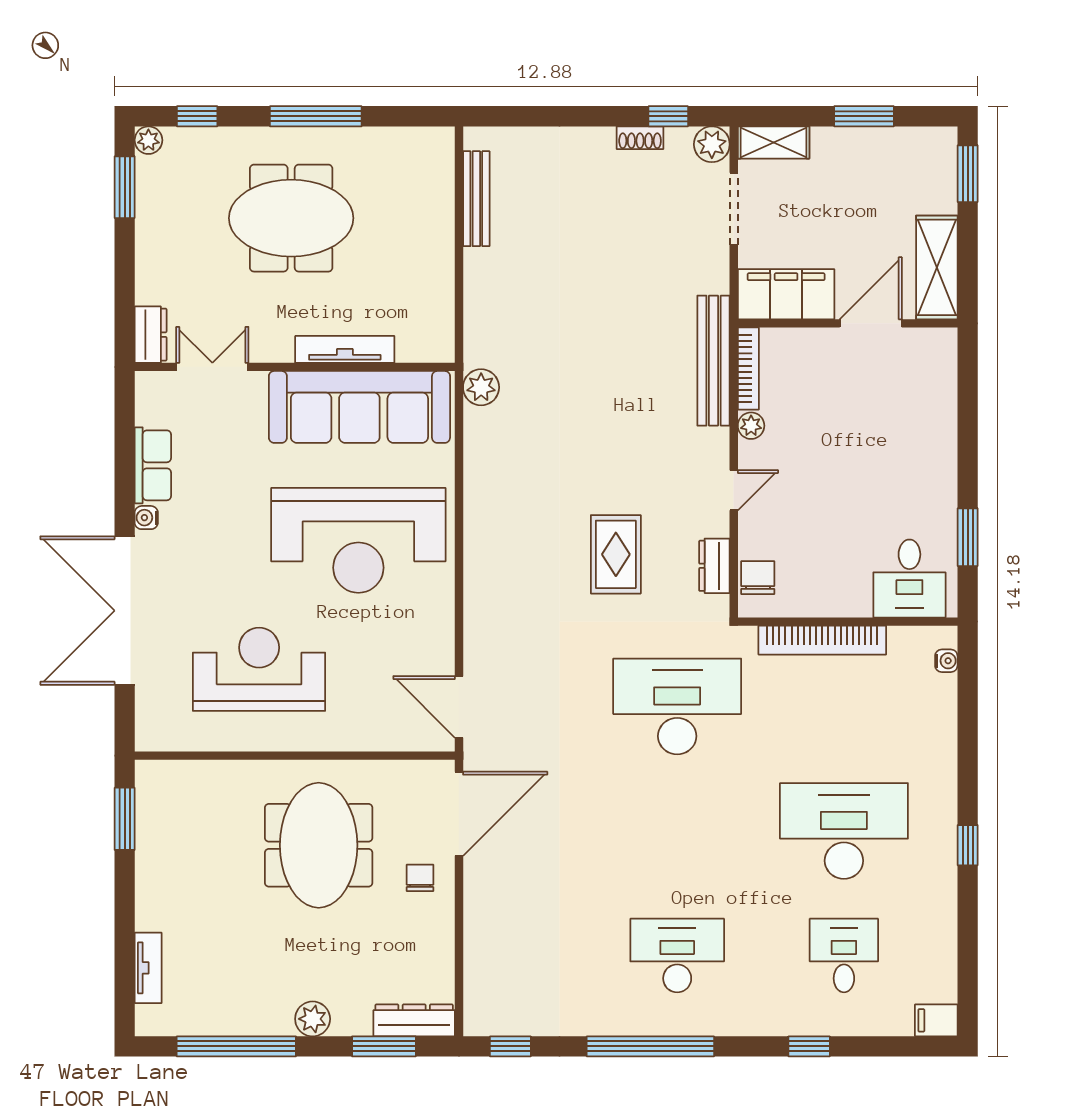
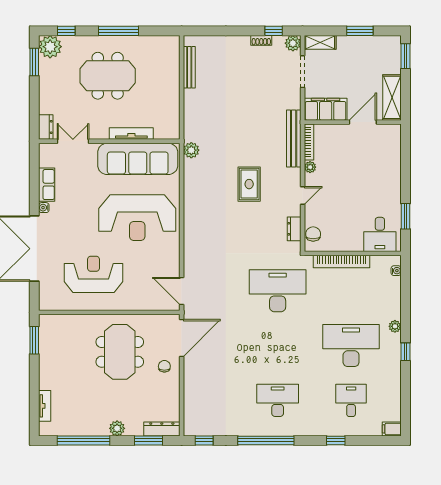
plant: (148, 140) -> (50, 47), width x1.88, depth x1.88
rug: (616, 554) -> (249, 184), moved
plant: (944, 787) -> (395, 326), added

